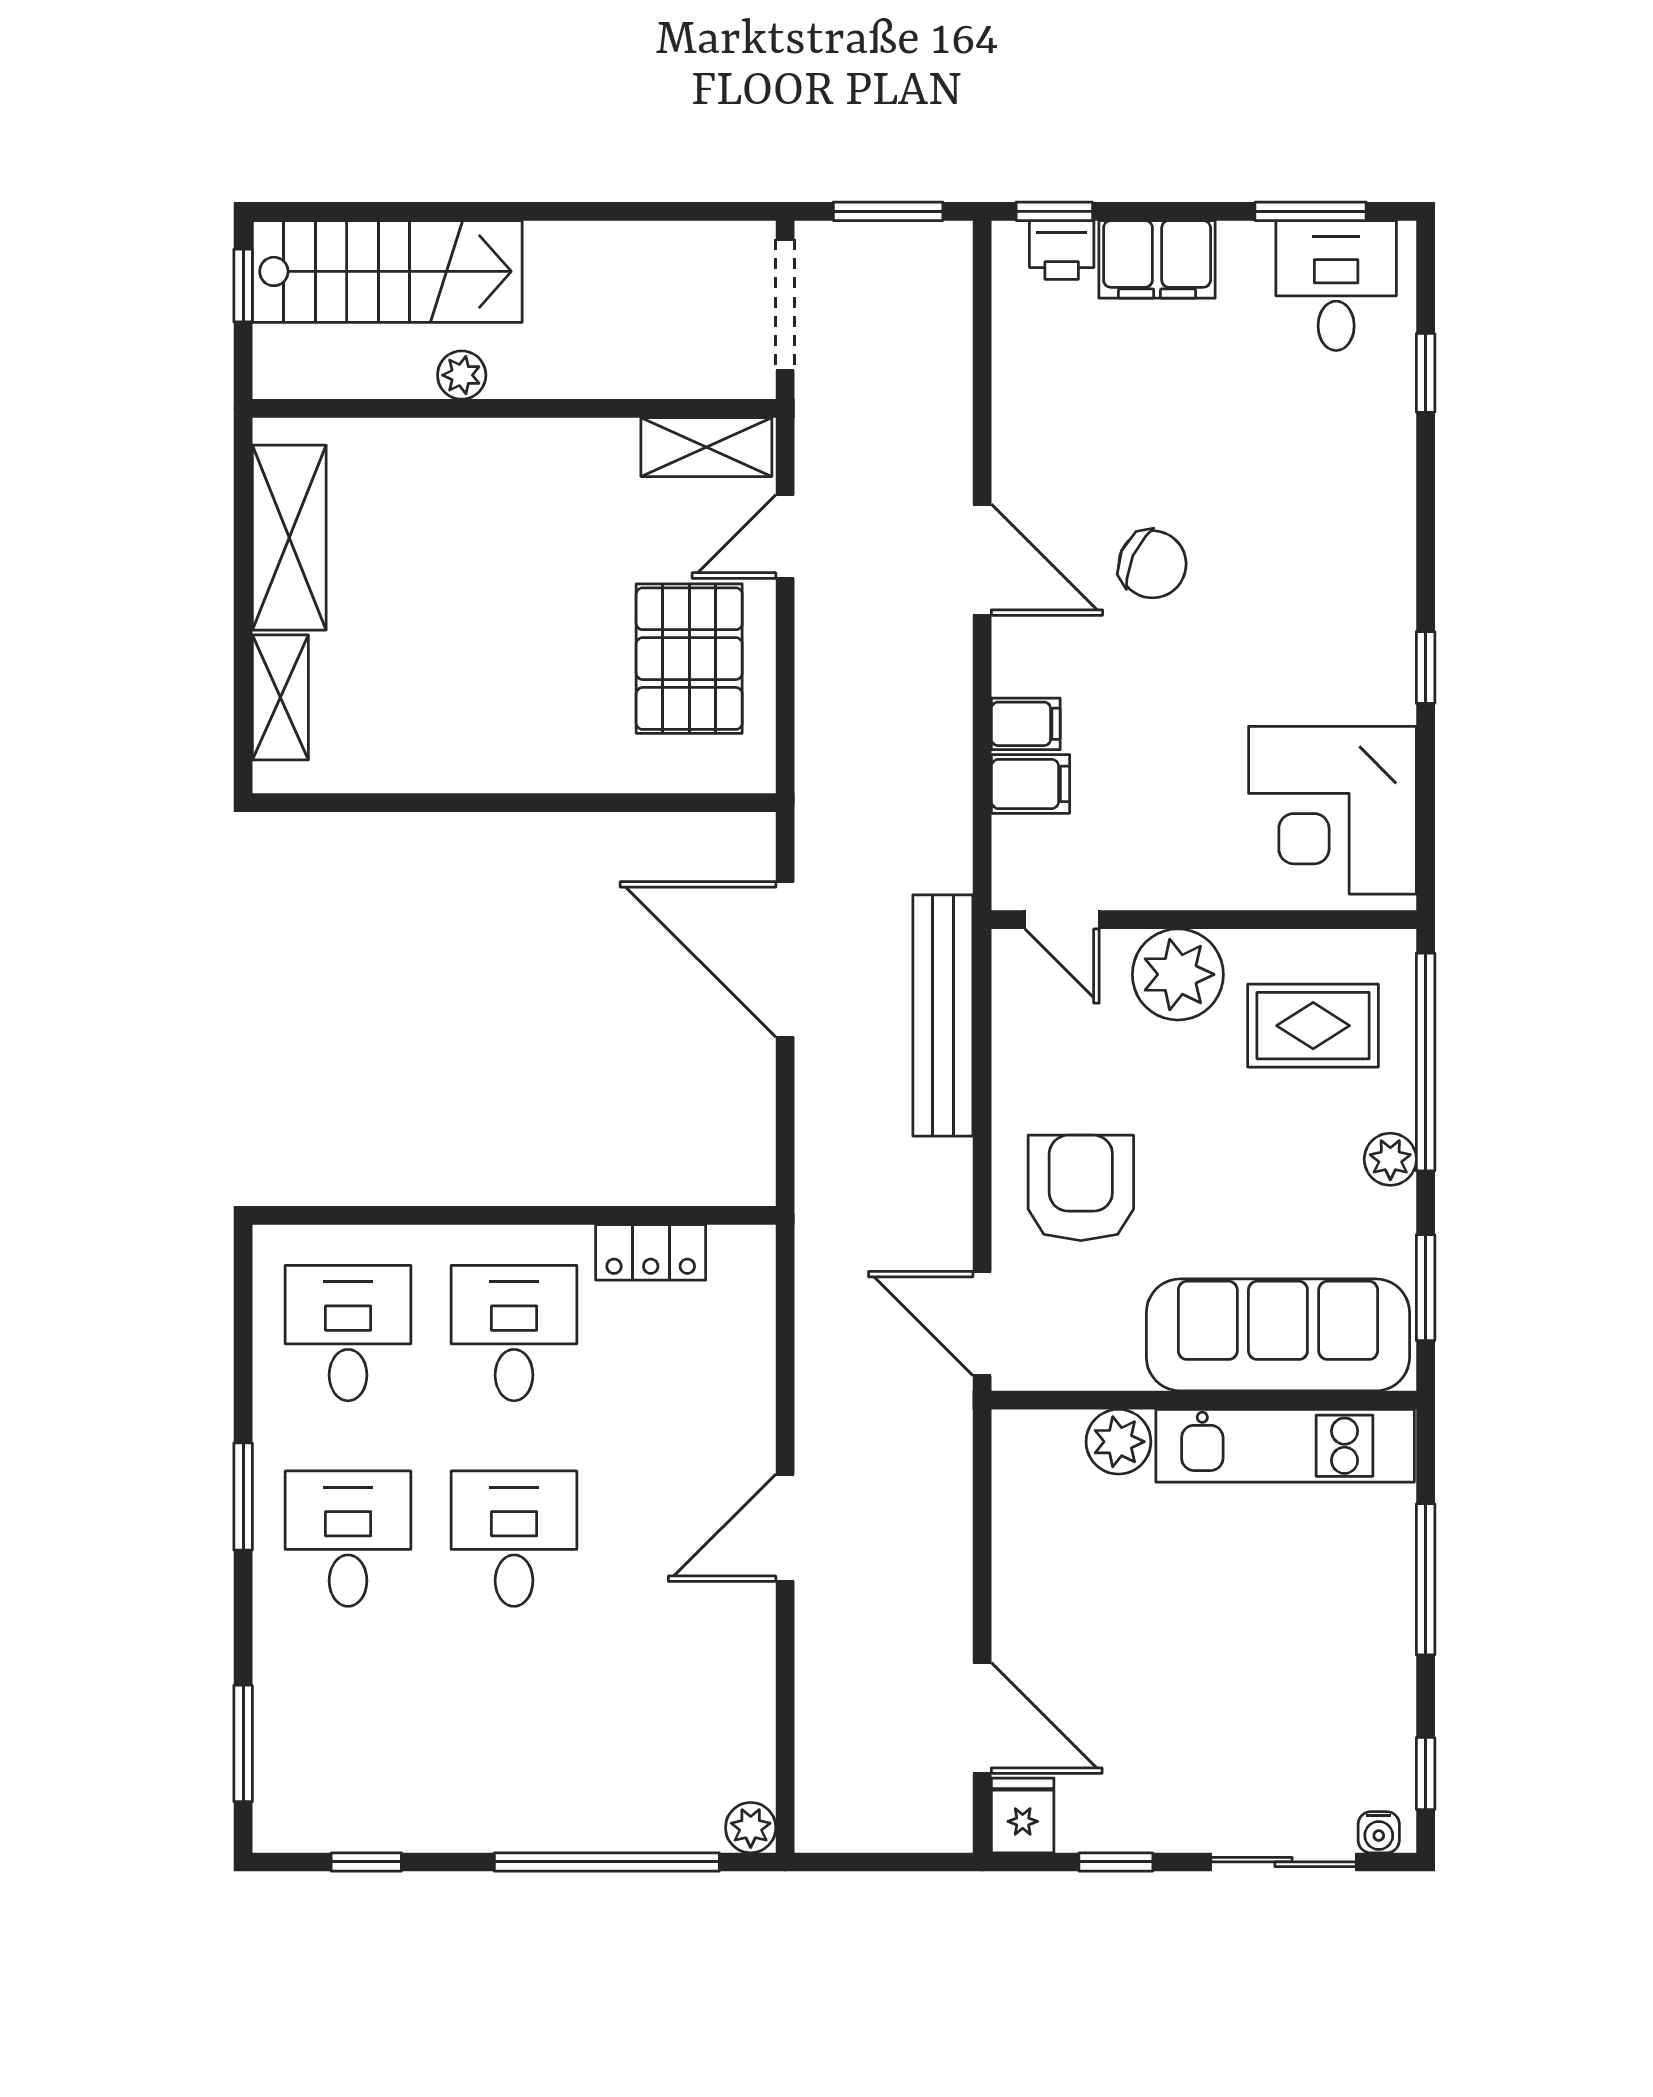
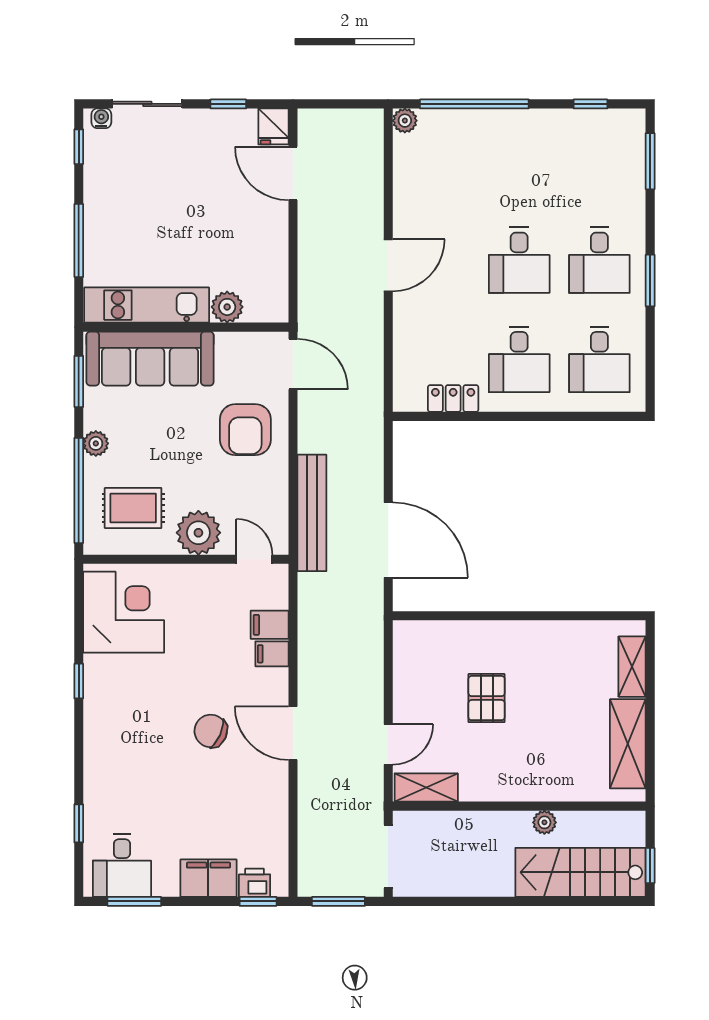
pallet: (689, 659) -> (487, 698), moved, width x0.67, depth x0.71

